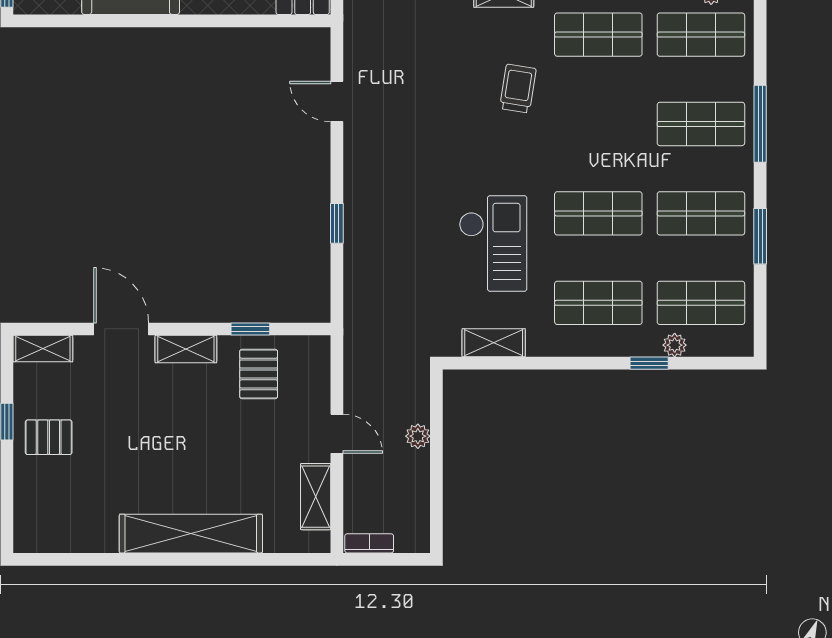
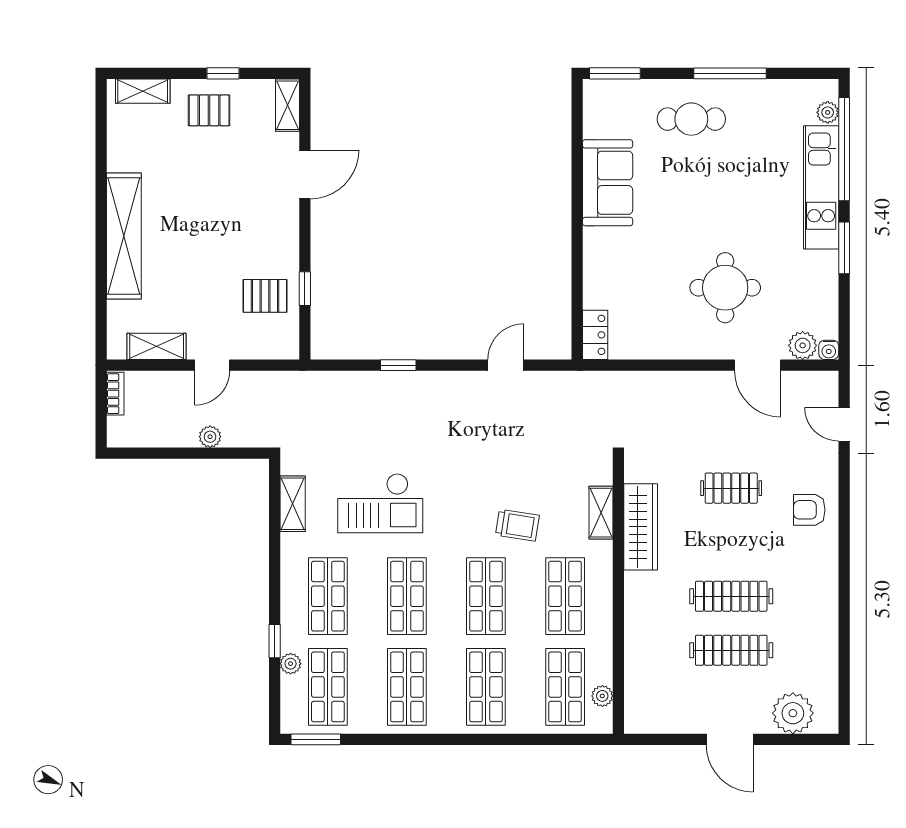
shop shelf: (598, 124) -> (486, 596), added
window: (760, 124) -> (486, 739), removed
window: (760, 236) -> (316, 739), moved
shelving: (186, 349) -> (143, 91), moved, turned 90
pallet: (49, 437) -> (209, 110), turned 90

